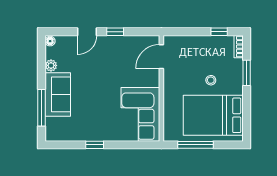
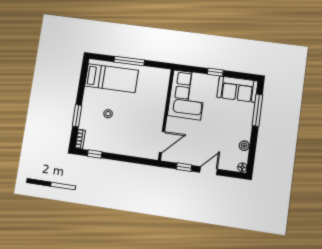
door: (161, 57) -> (162, 142), moved
wall: (161, 88) -> (166, 115), moved
sofa: (58, 94) -> (237, 89), moved, turned -90
corner sofa: (140, 114) -> (187, 95), moved
bed: (213, 115) -> (111, 78), width x0.67

